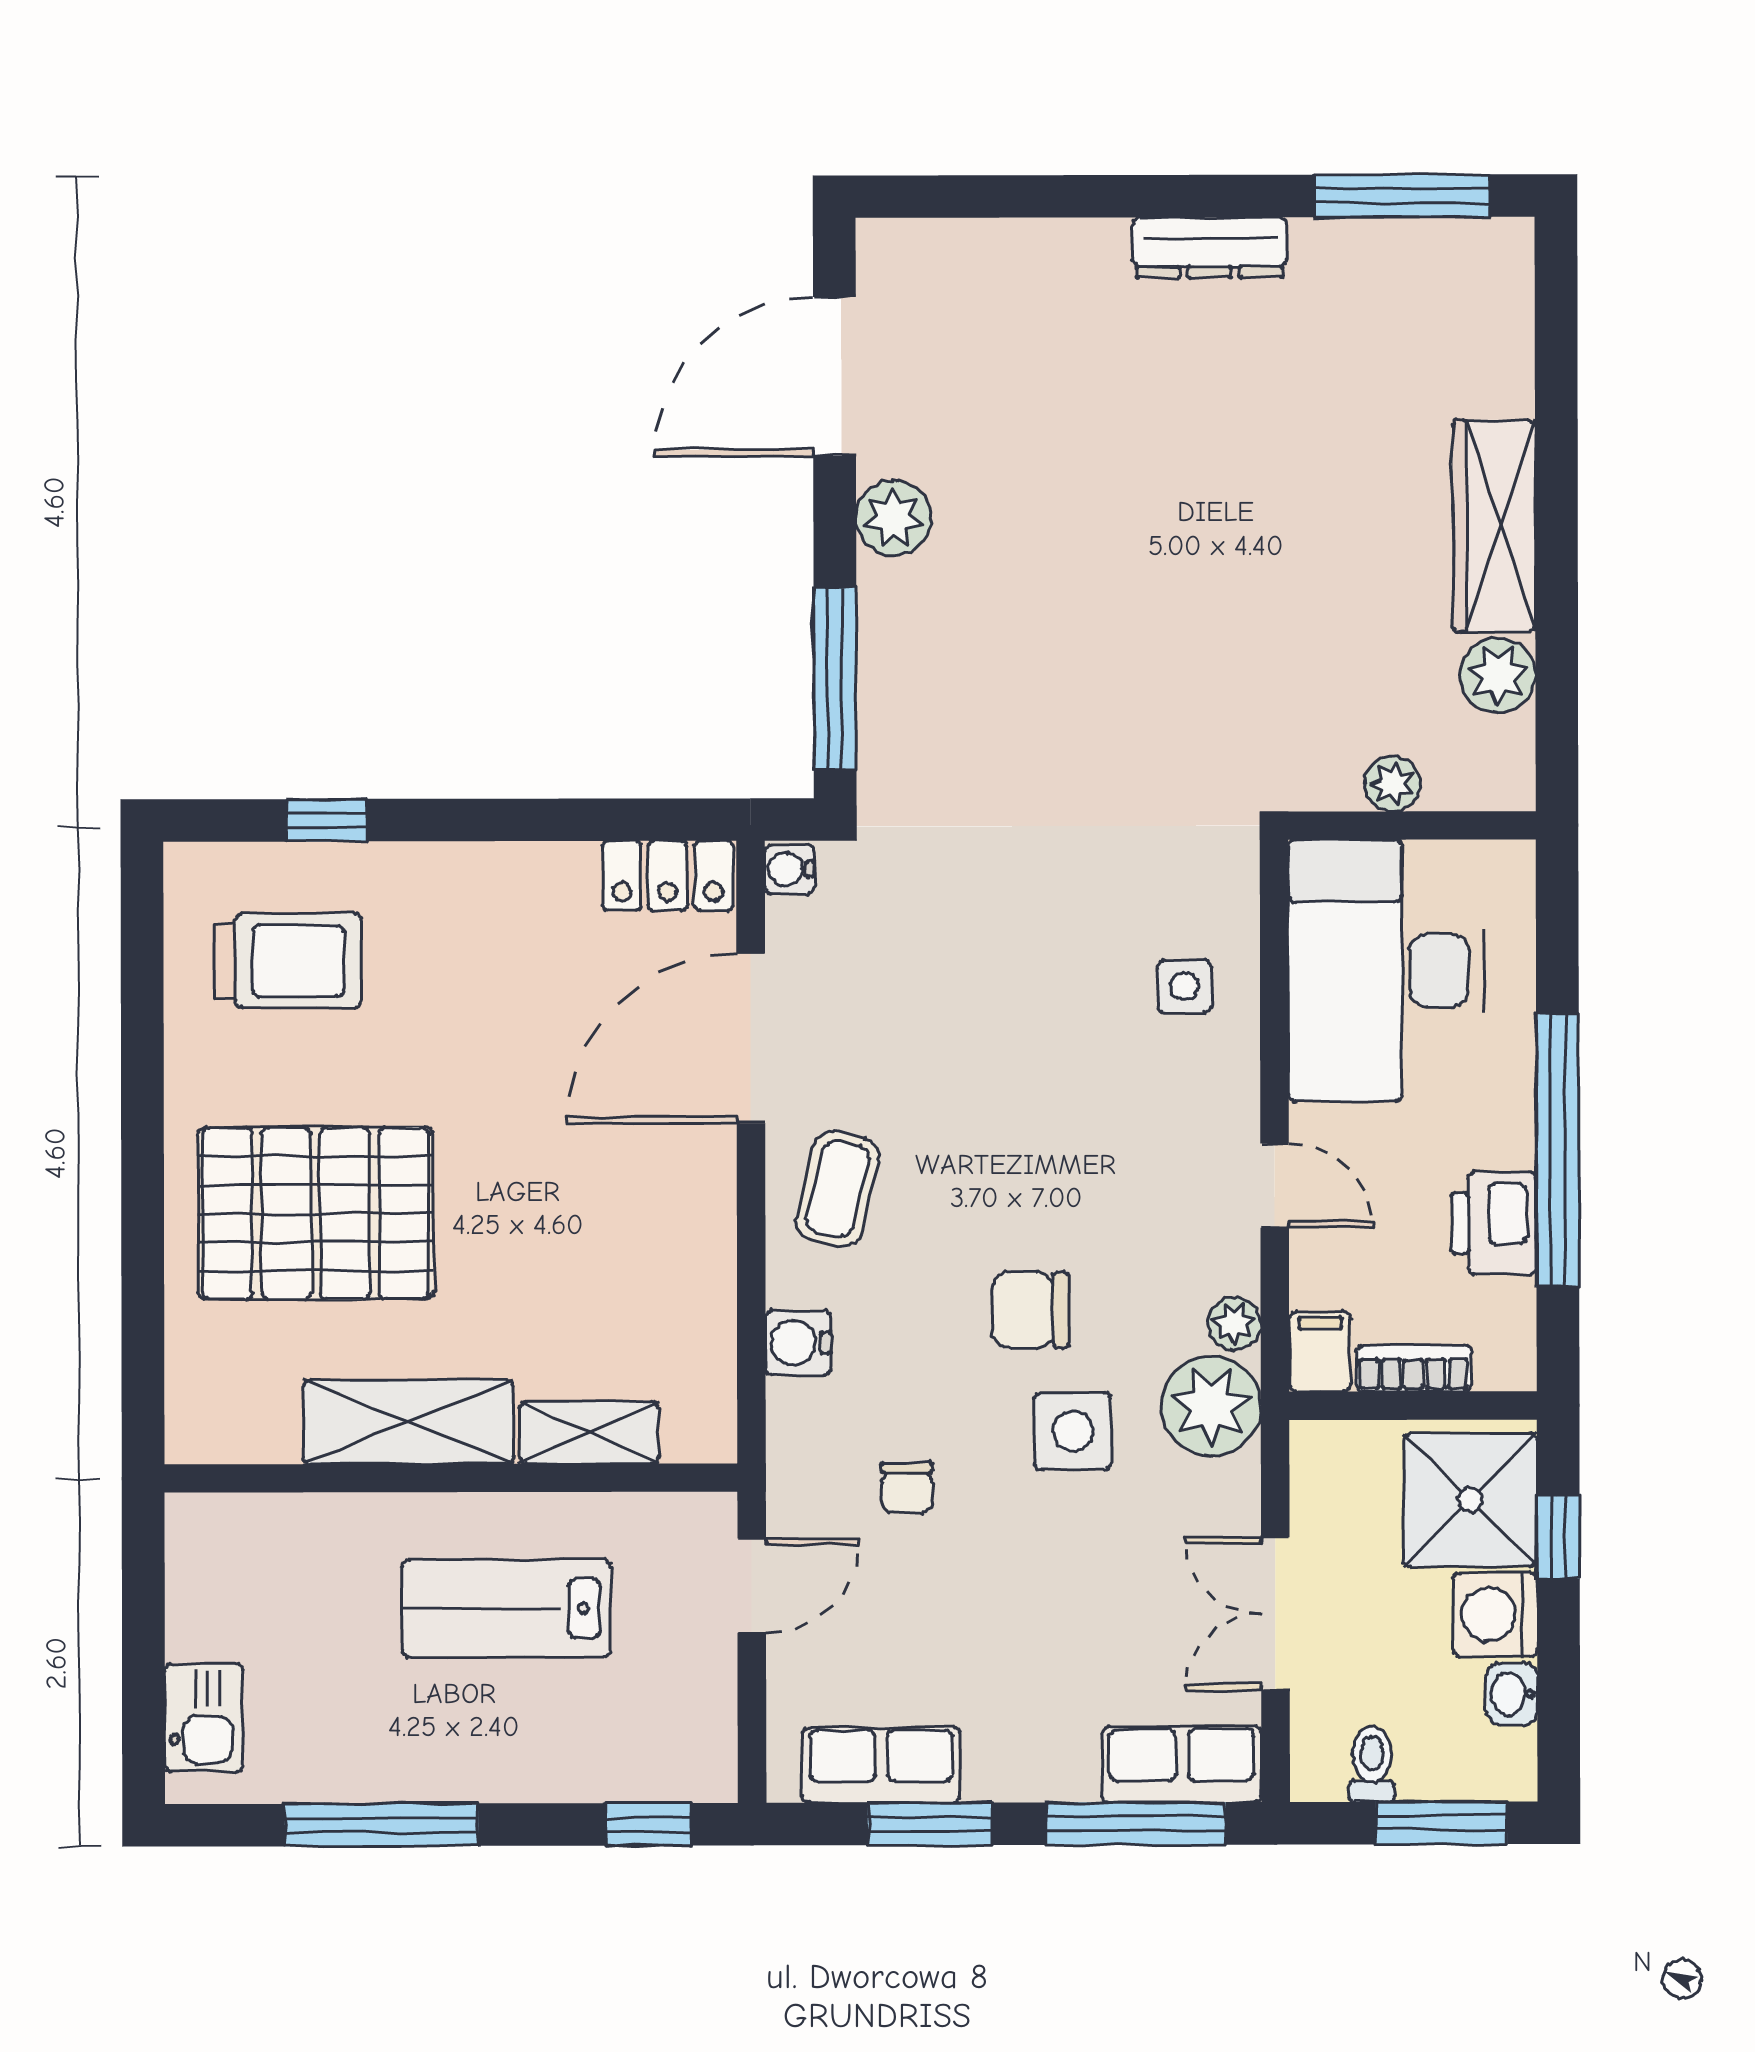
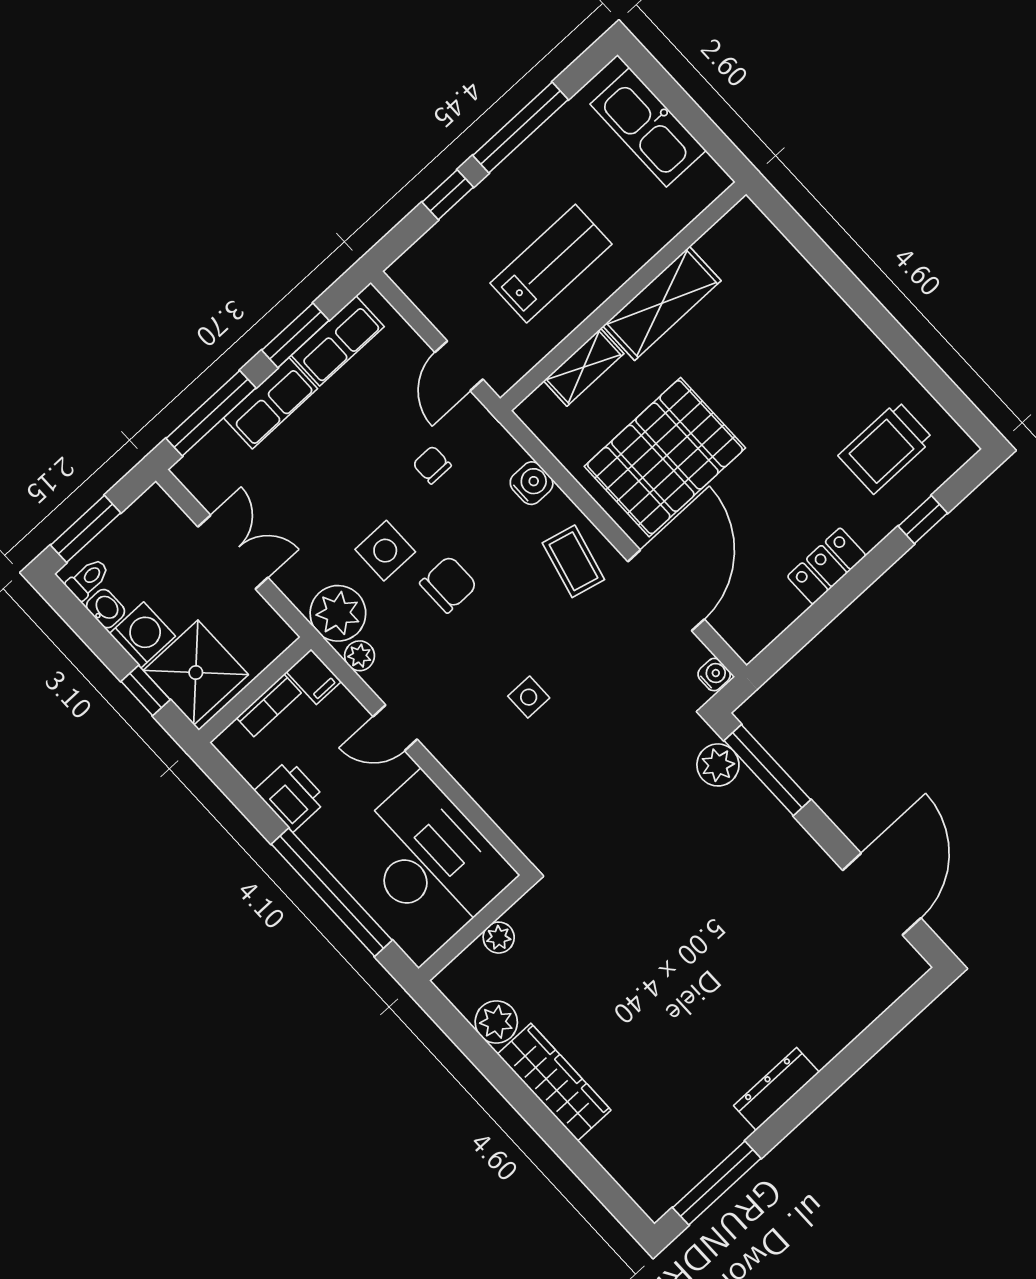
plant: (894, 518) -> (718, 765), moved
locker: (668, 876) -> (827, 566), moved
side table: (1184, 987) -> (529, 697), moved
window: (1558, 1150) -> (332, 892), moved
pallet: (316, 1213) -> (665, 457), moved
kitchen sink: (204, 1718) -> (648, 127), width x1.87, depth x1.24
row of seats: (1182, 1764) -> (271, 403), moved
toilet: (1372, 1764) -> (88, 579), moved, turned -90
window: (649, 1824) -> (448, 195), moved

